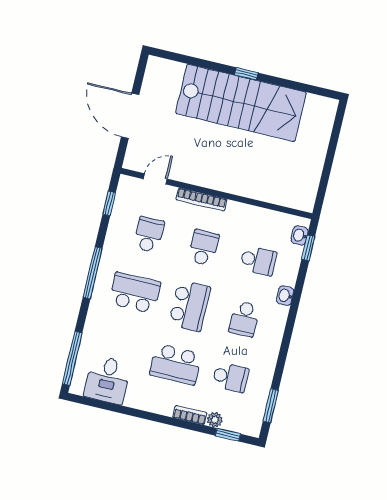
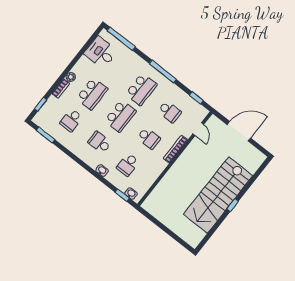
school desk: (190, 306) -> (120, 116), turned -90
school desk: (176, 364) -> (92, 94), turned 180
plant: (215, 420) -> (71, 77), moved

